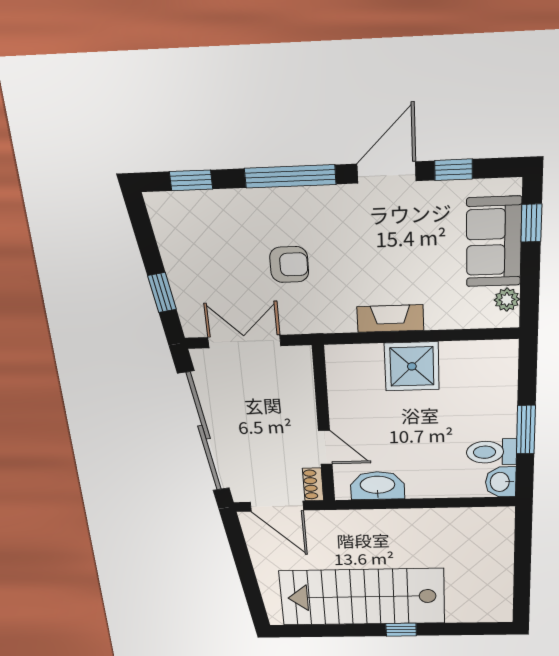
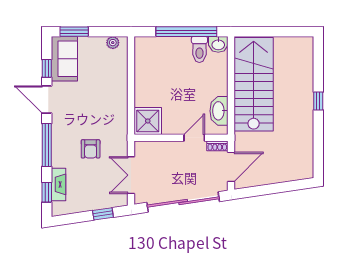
window: (531, 223) -> (74, 32), width x1.50
sofa: (494, 242) -> (64, 59), moved, turned -90
armchair: (289, 265) -> (91, 149), turned 180
fireplace: (390, 318) -> (58, 184), moved, turned 180
shower: (412, 366) -> (148, 121), moved
window: (526, 430) -> (186, 32), width x2.11
stairs: (362, 597) -> (254, 84), moved, turned 180

